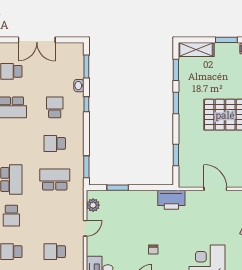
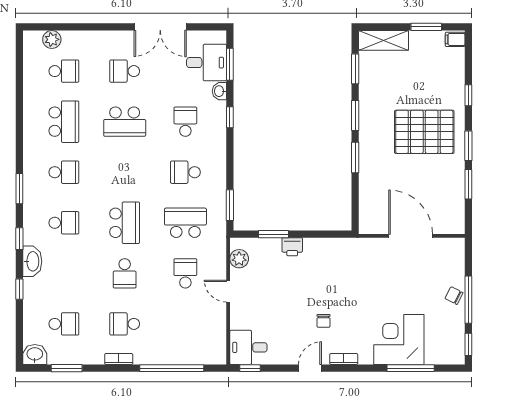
desk: (70, 65) -> (207, 63), added
window: (176, 155) -> (355, 158), moved
door: (215, 189) -> (411, 236), width x1.36
printer: (171, 200) -> (292, 247), moved, width x0.53, depth x0.68
door: (85, 228) -> (228, 291), swing flipped
school desk: (55, 252) -> (185, 273), moved, turned 90

